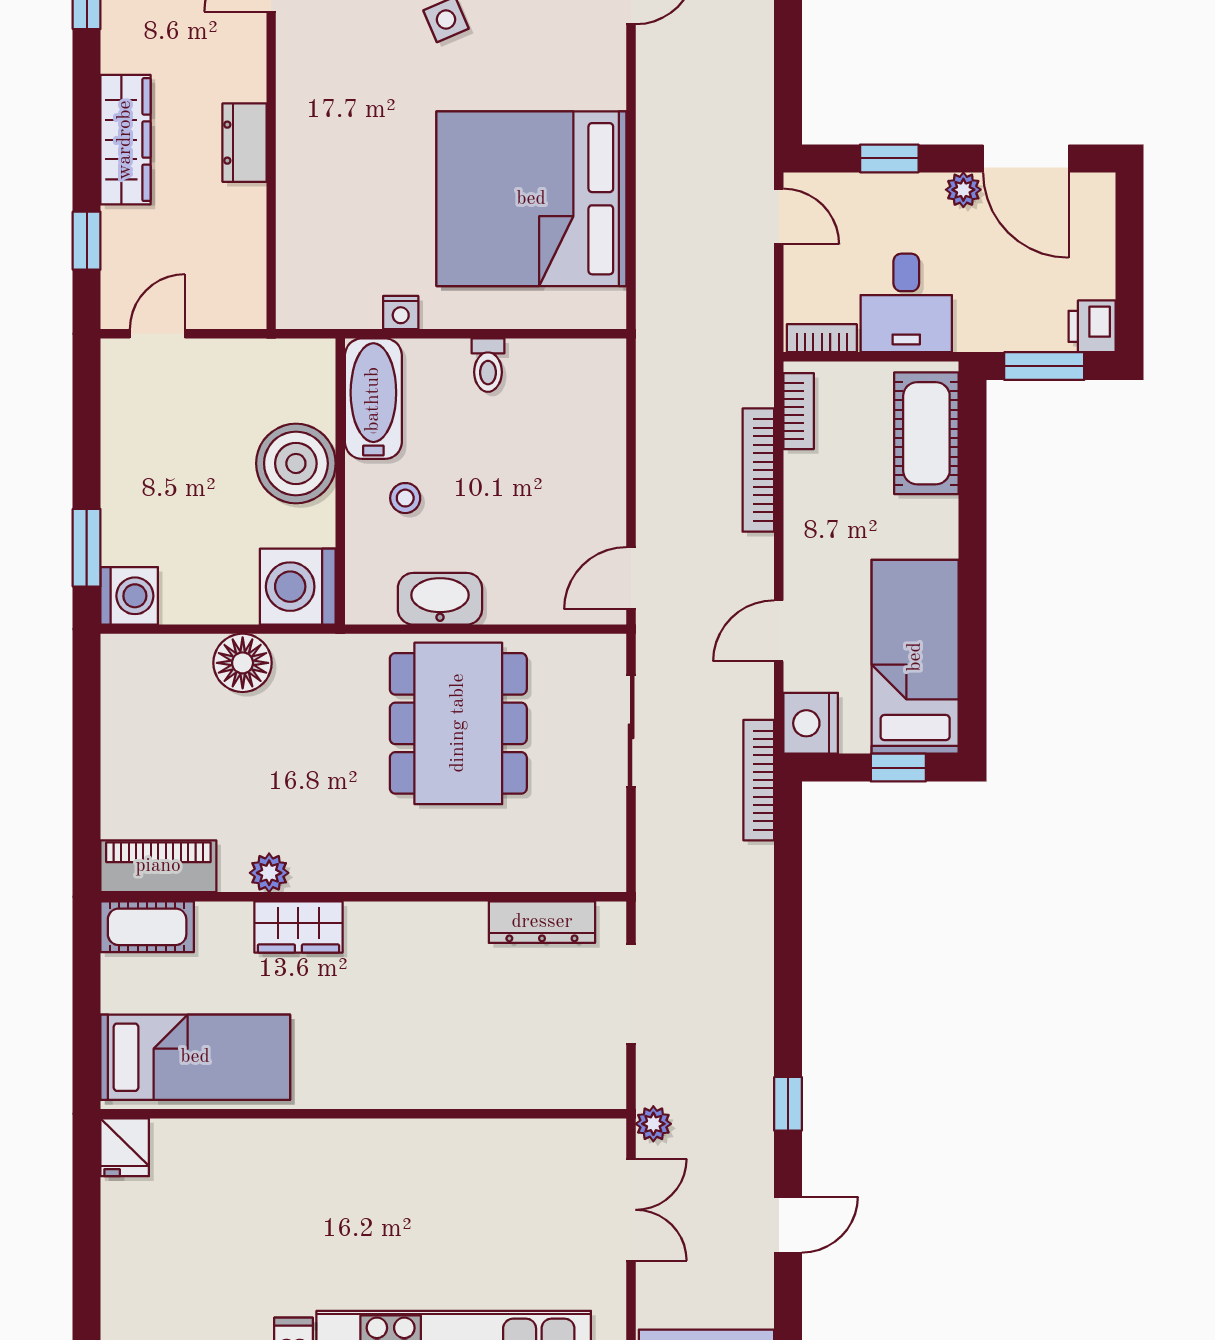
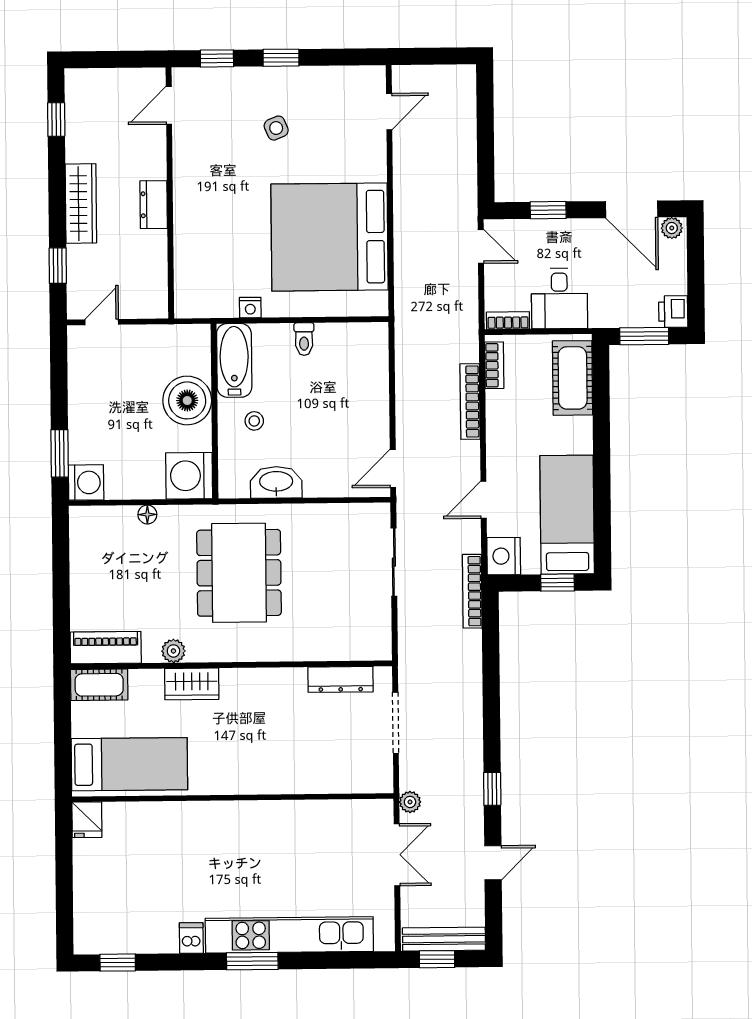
plant: (963, 190) -> (672, 228), moved
floor lamp: (243, 663) -> (147, 514), width x0.53, depth x0.53
dining table: (458, 723) -> (239, 573), moved

